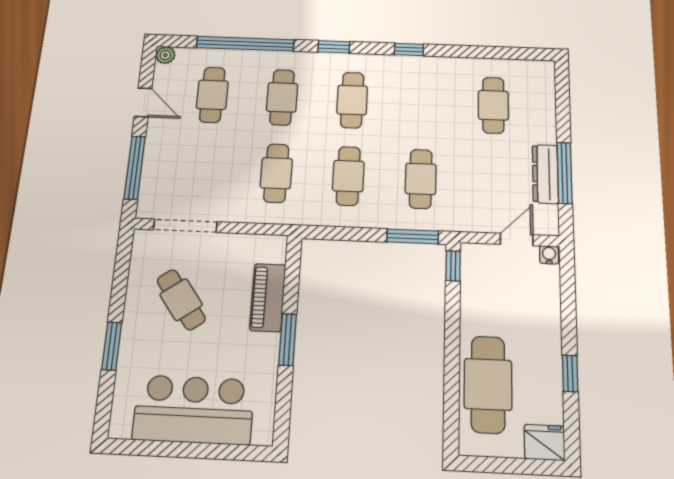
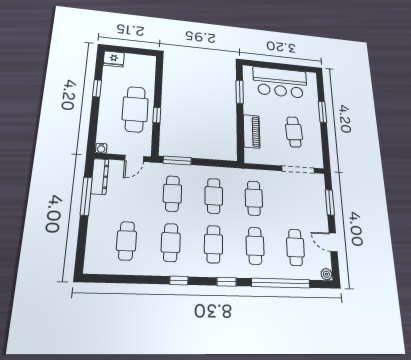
cafe table: (423, 103) -> (171, 243), added
window: (135, 168) -> (330, 202), width x0.69
dresser: (545, 174) -> (100, 176), moved
door: (517, 240) -> (134, 158), moved
window: (453, 266) -> (157, 115), moved
cafe table: (181, 300) -> (294, 132), turned 32
window: (288, 340) -> (240, 92), moved
cafe table: (488, 384) -> (135, 109), moved

